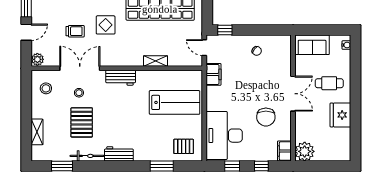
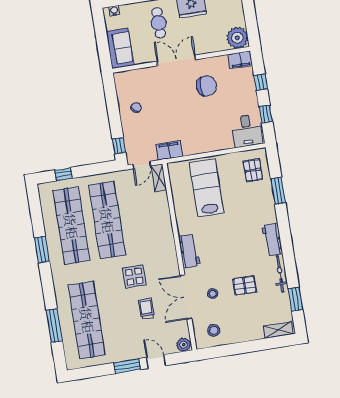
shelving: (156, 61) -> (159, 178), moved
pallet: (82, 122) -> (245, 286), width x0.67, depth x0.71
shelving: (37, 132) -> (278, 330), moved
desk: (224, 136) -> (247, 131), width x0.53, depth x0.77

